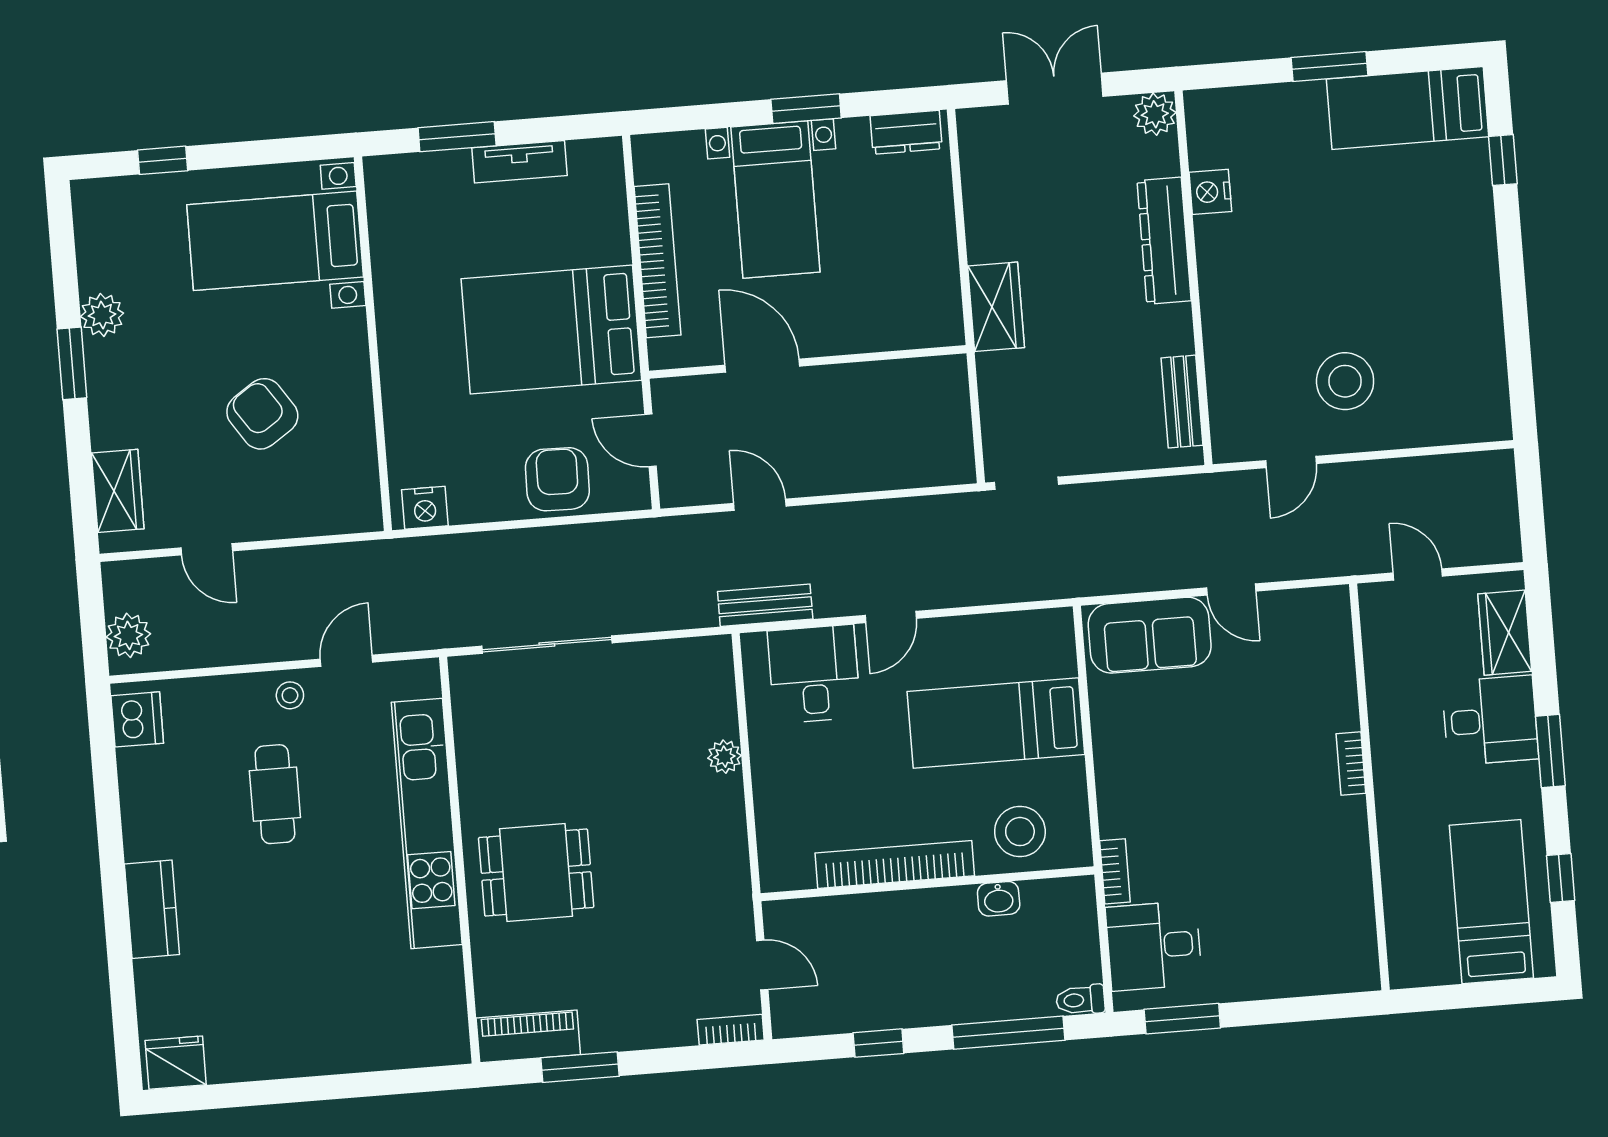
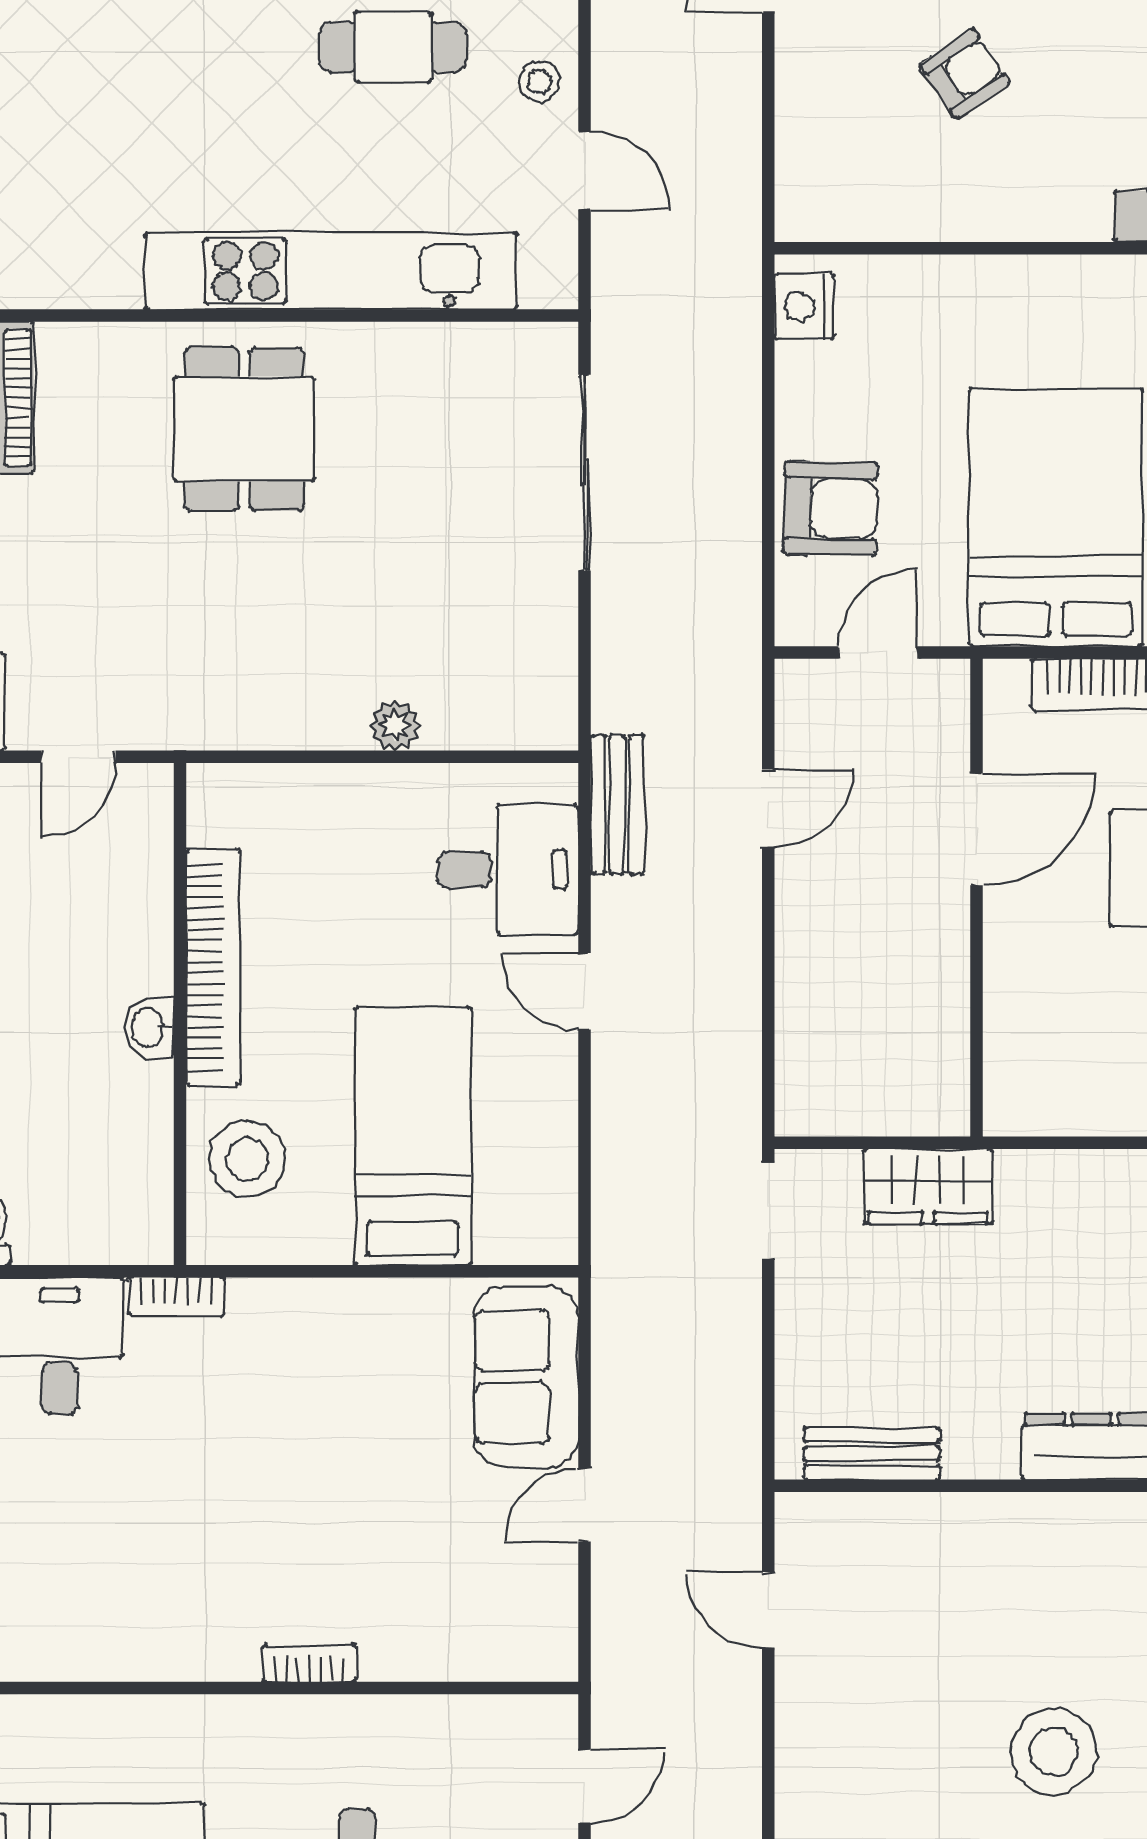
wardrobe: (996, 307) -> (928, 1186), moved
stool: (1345, 381) -> (1054, 1751), moved
armchair: (262, 414) -> (965, 74), width x0.72, depth x0.72
washbasin: (999, 899) -> (149, 1027), moved

